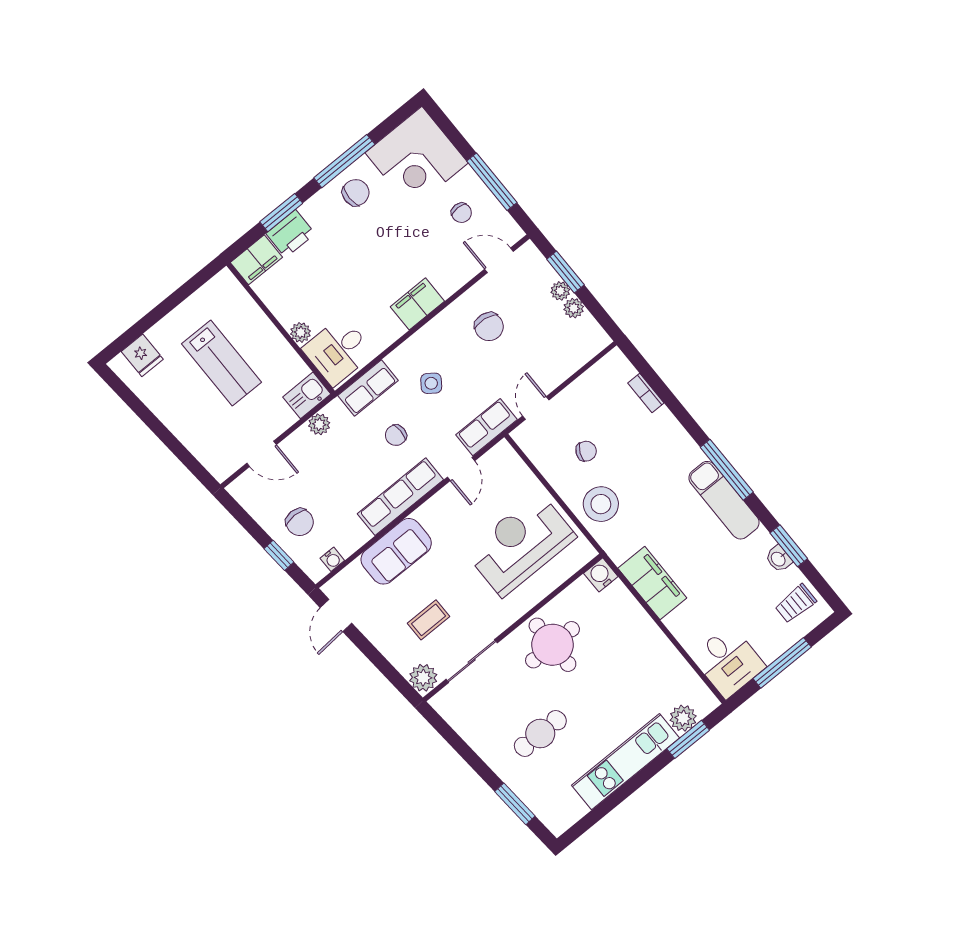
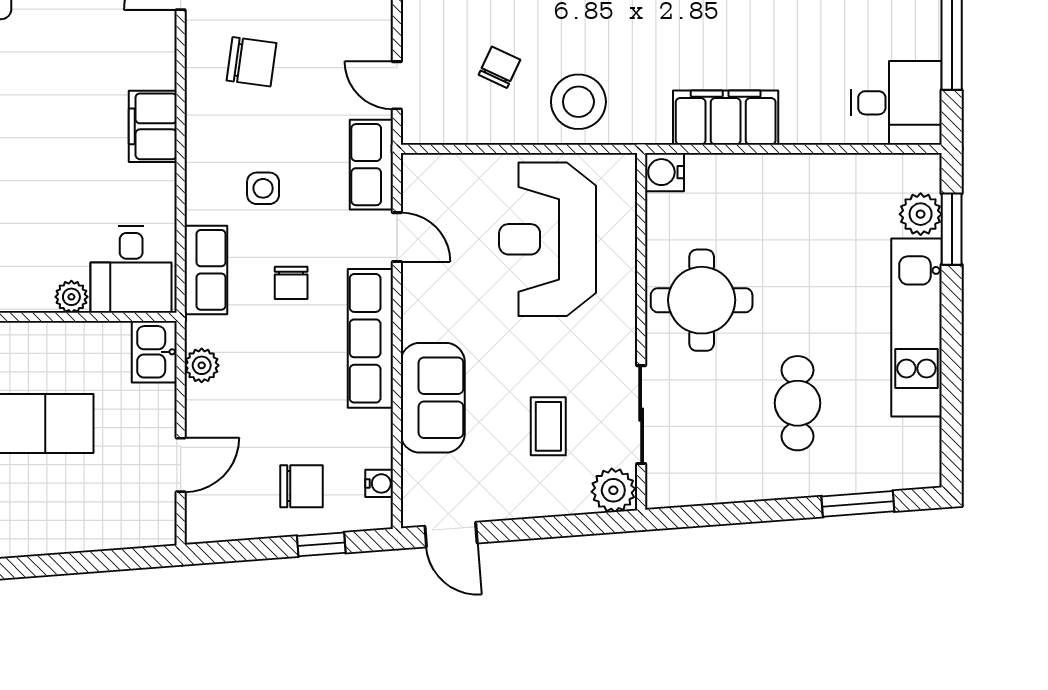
side table: (431, 383) -> (263, 188), turned -36

